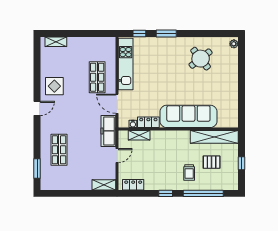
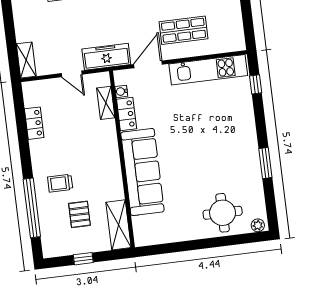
window: (166, 34) -> (265, 163), moved
round table: (201, 59) -> (223, 213), moved, turned 38
shelving: (214, 137) -> (118, 225), width x0.68
locker: (133, 185) -> (34, 123), moved
window: (166, 193) -> (25, 152), removed

